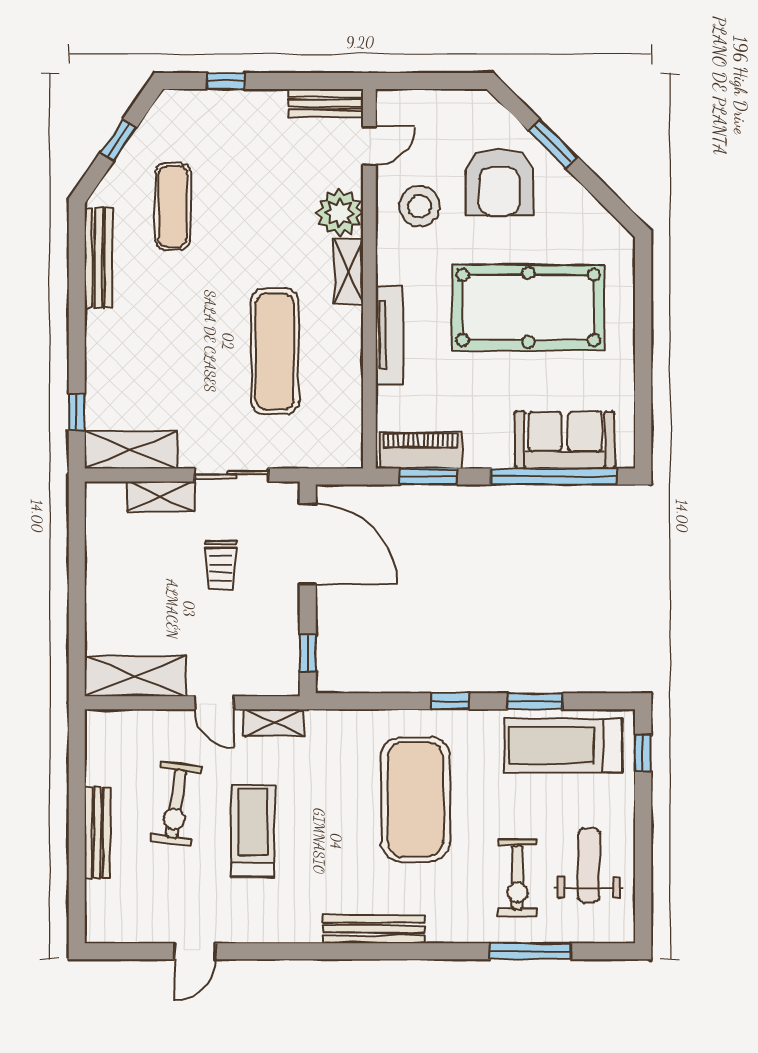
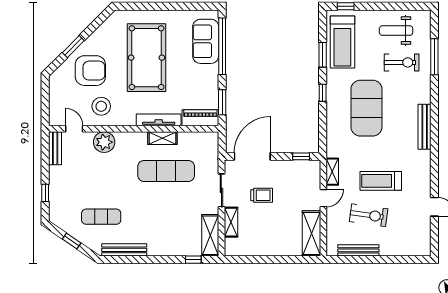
shelving: (348, 271) -> (162, 138), moved
piano: (421, 450) -> (200, 118), moved, turned 90
exercise mat: (415, 799) -> (366, 108), turned 90
bench: (97, 833) -> (358, 250), moved

